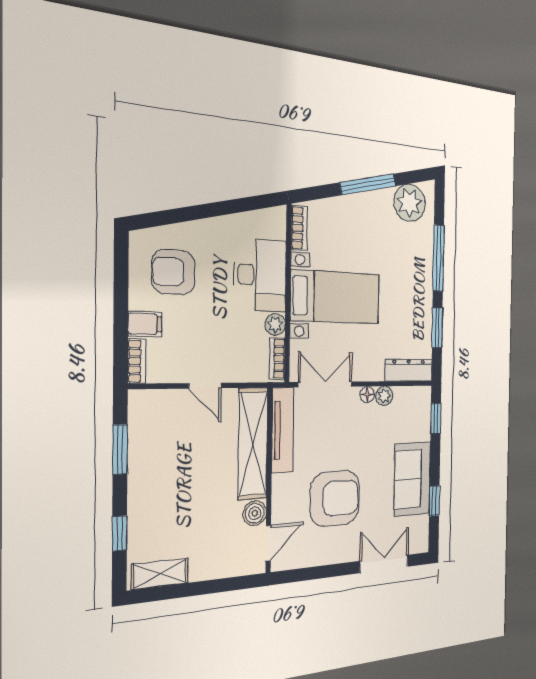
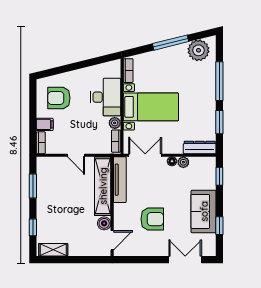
armchair: (335, 498) -> (152, 219), width x0.73, depth x0.73

